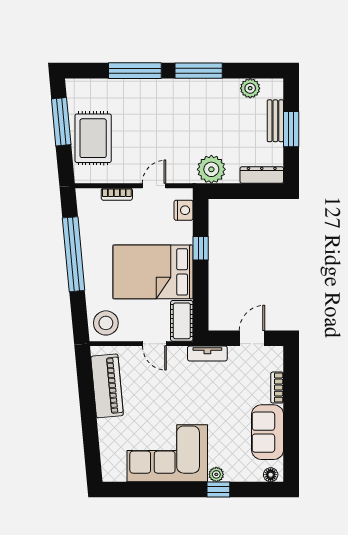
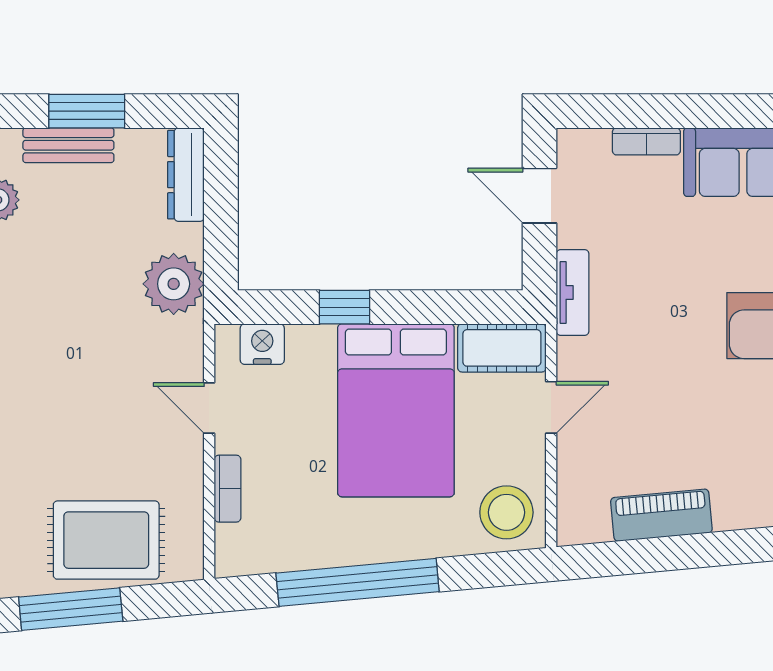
piano: (107, 386) -> (661, 515), width x0.73, depth x0.75

